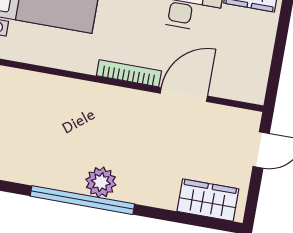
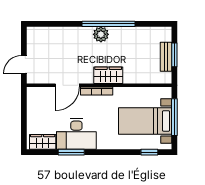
wardrobe: (208, 200) -> (108, 75), moved, turned 180

